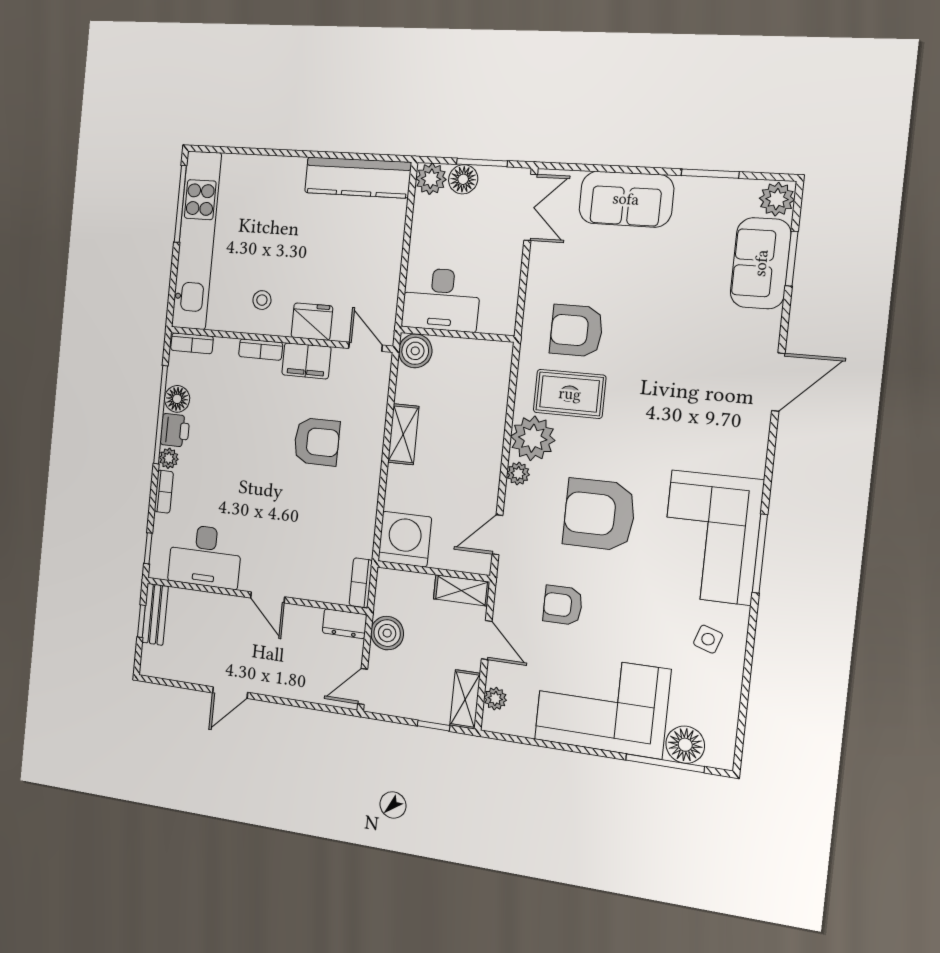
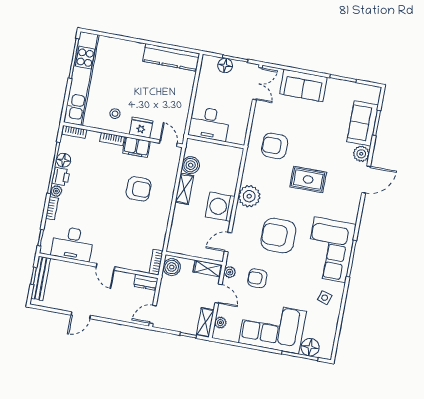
plant: (431, 179) -> (209, 63), removed
plant: (777, 199) -> (361, 154), moved
boiler: (415, 351) -> (191, 165), moved
rug: (570, 394) -> (308, 180), moved
plant: (518, 474) -> (230, 272), moved
washing machine: (405, 539) -> (220, 207), moved, turned -90
bench: (155, 614) -> (41, 278), width x1.36
boiler: (387, 633) -> (172, 267), moved

